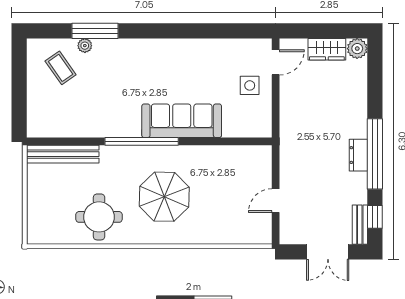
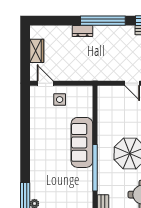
plant: (357, 49) -> (36, 32), removed
dresser: (358, 155) -> (82, 31), moved

